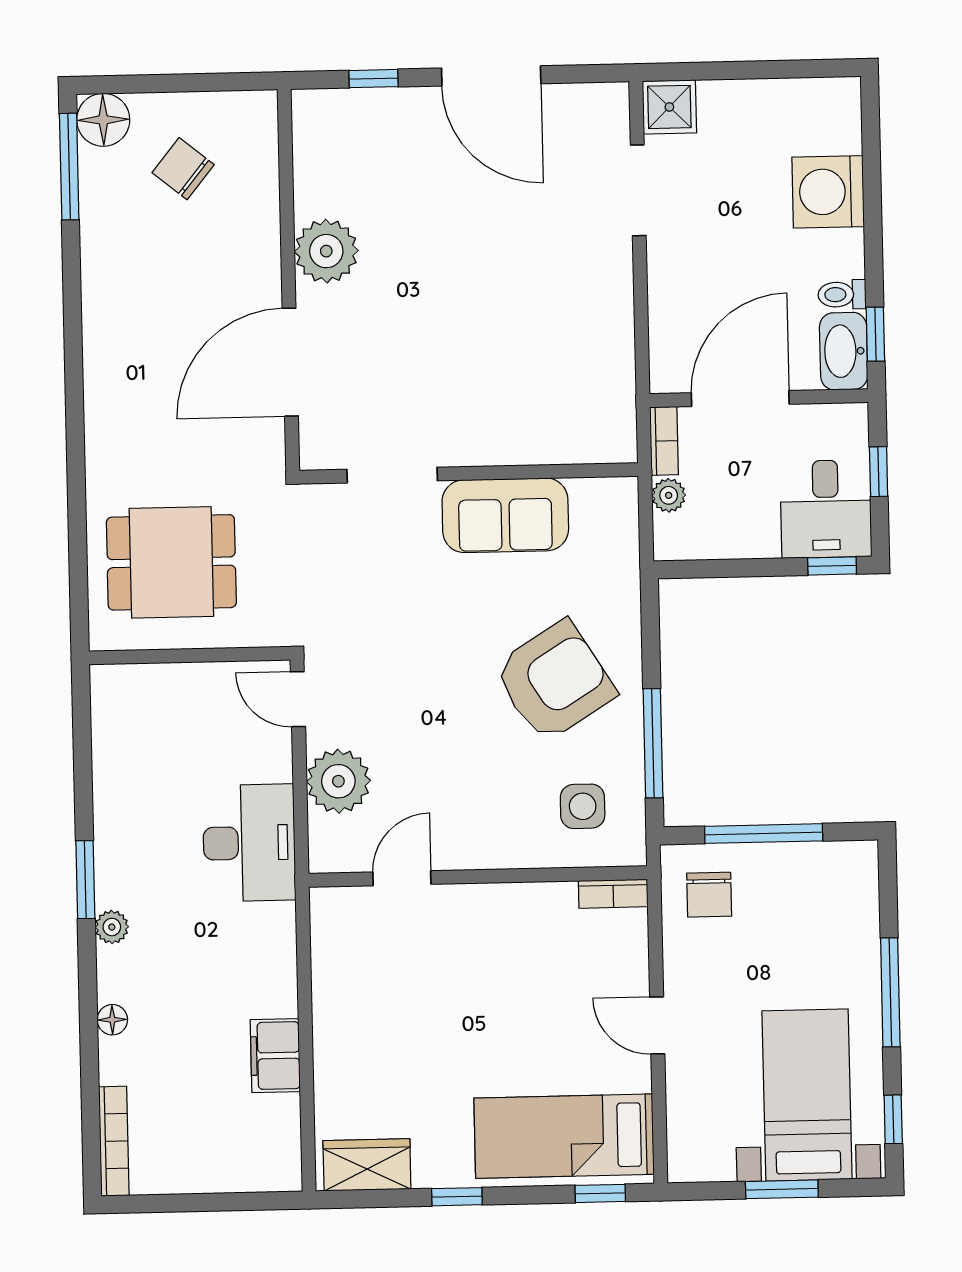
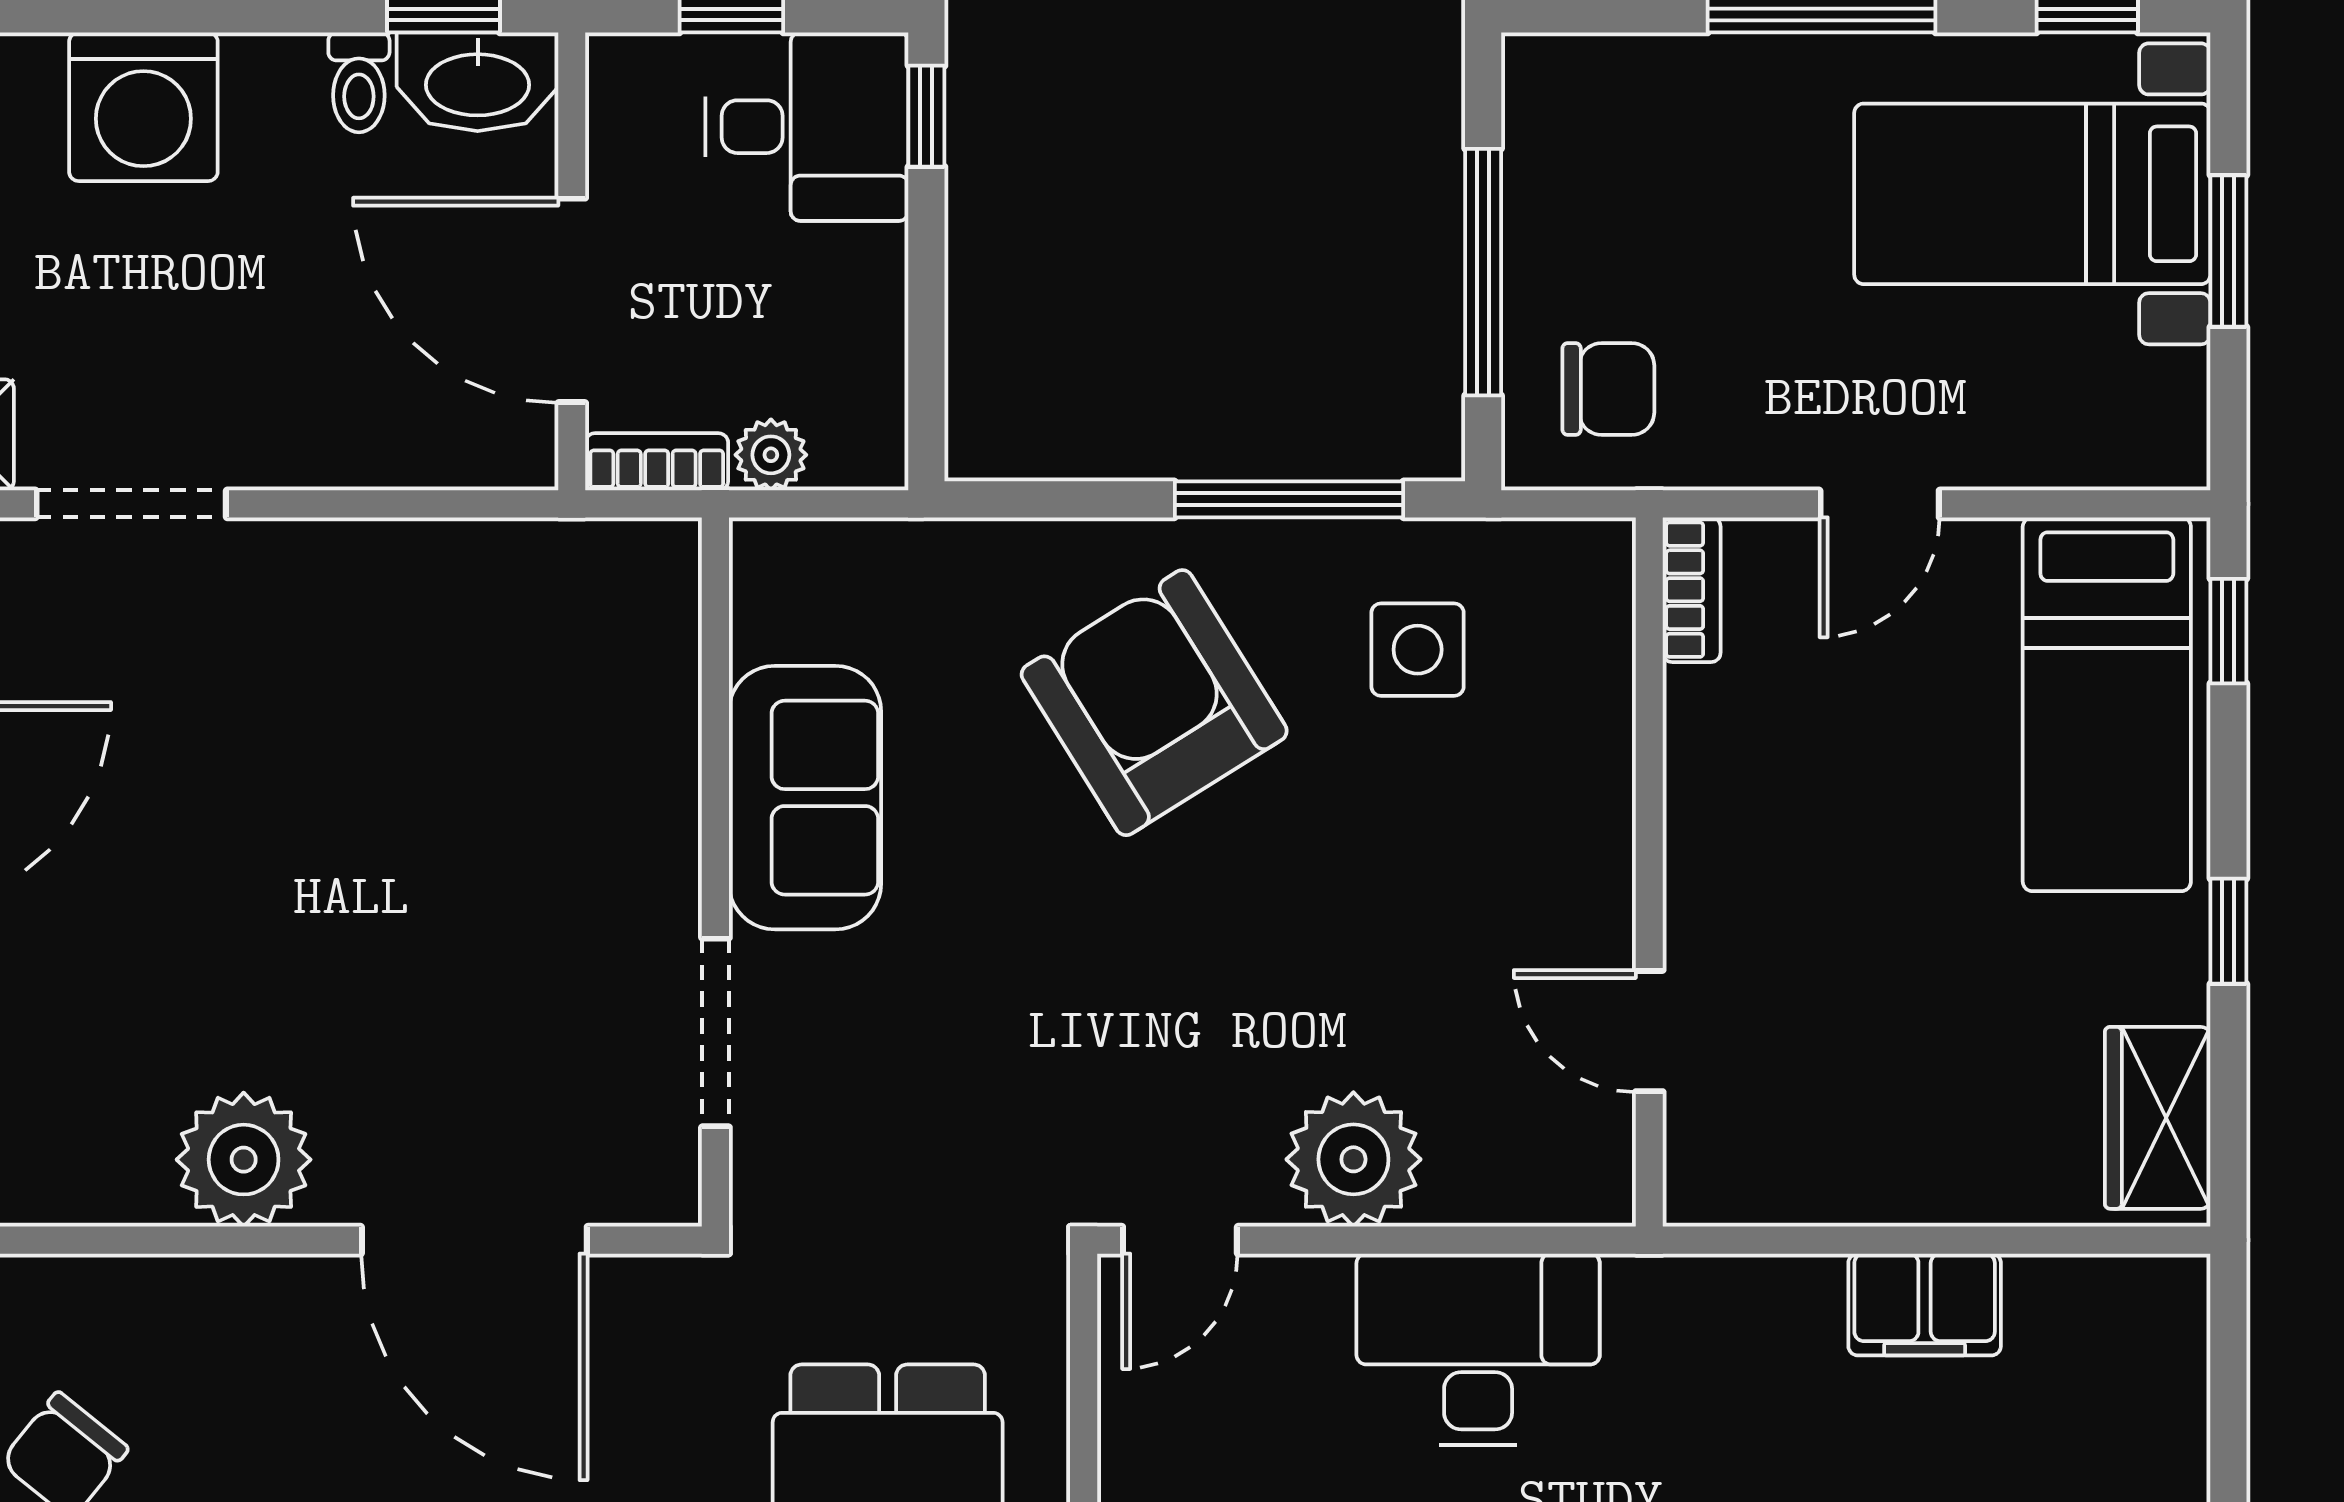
wall: (478, 876) -> (1649, 872), moved
door: (402, 878) -> (1649, 1031), moved
bookcase: (613, 894) -> (1692, 590), moved

